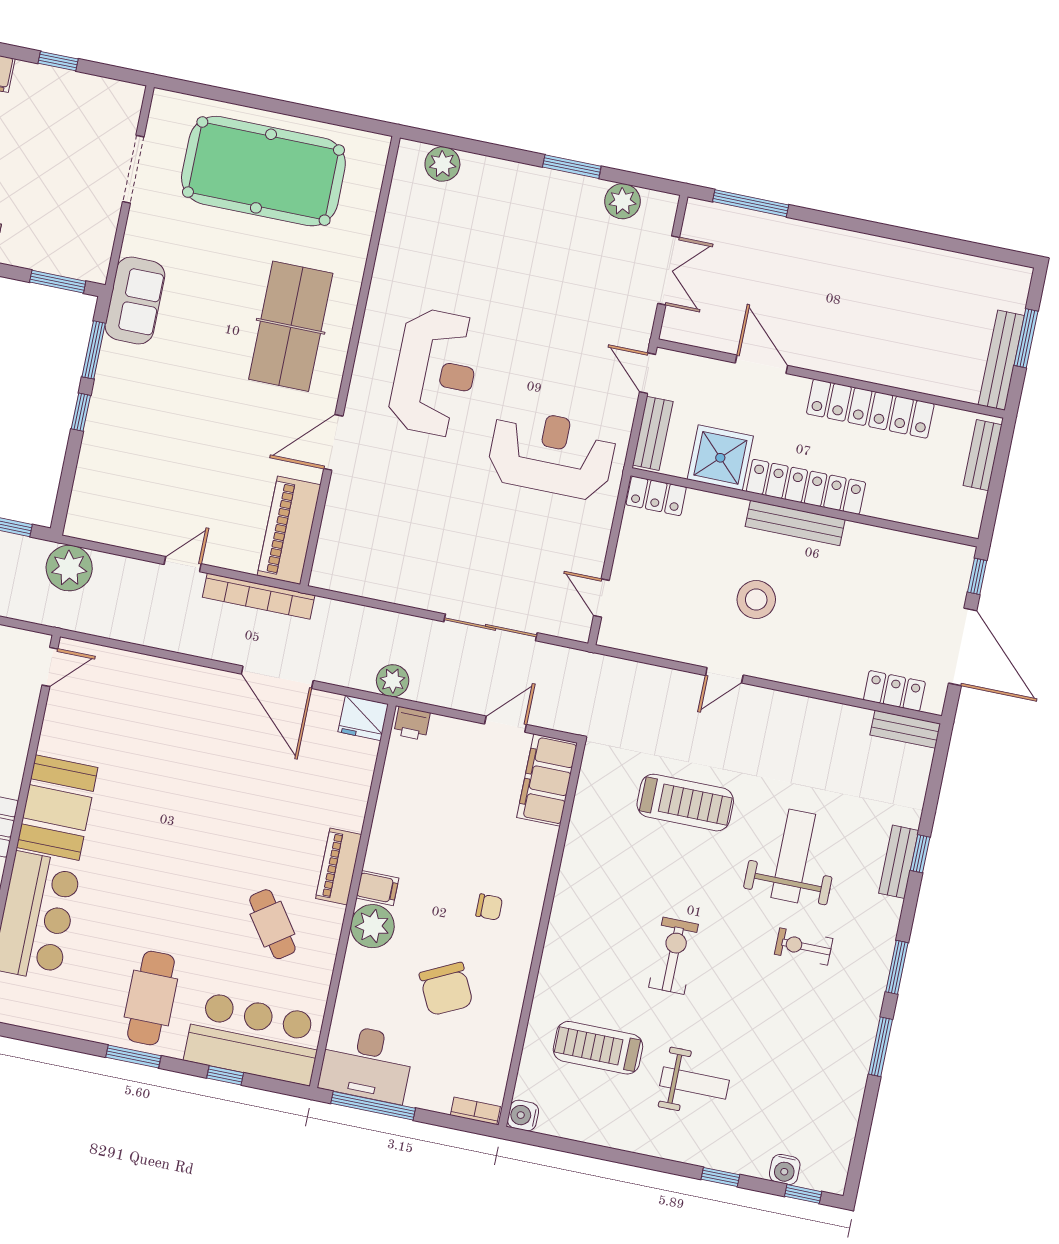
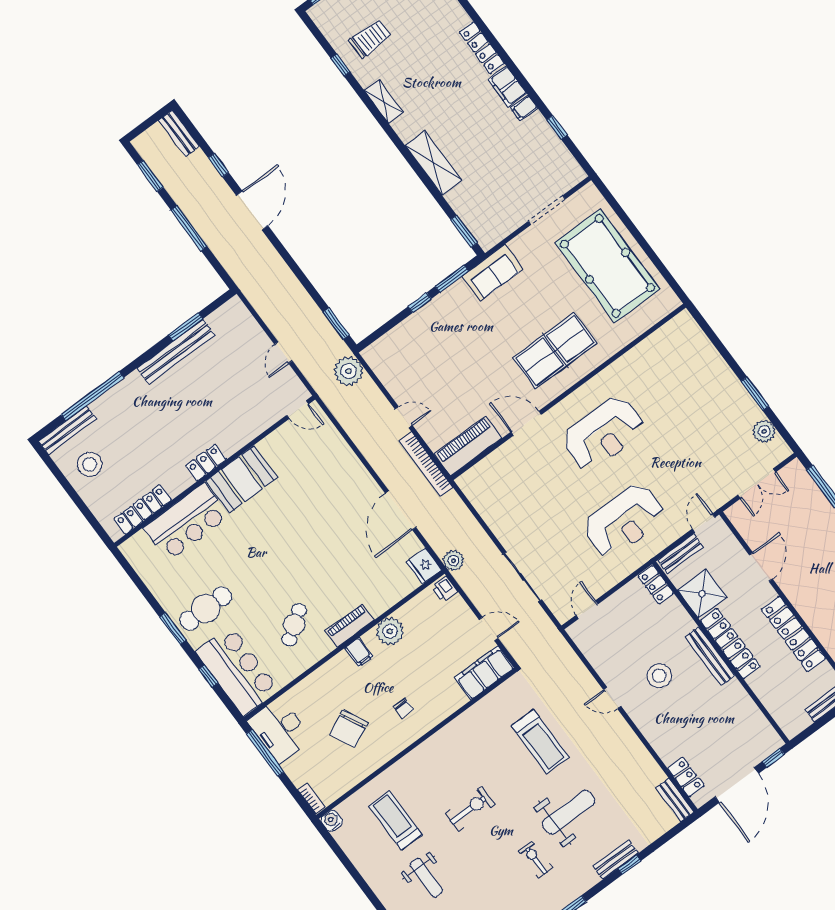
plant: (442, 164) -> (695, 338), removed
reception desk: (552, 454) -> (624, 521), turned 90
plant: (372, 926) -> (390, 631), moved

